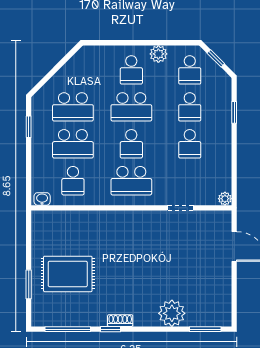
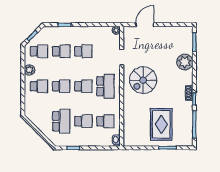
school desk: (131, 107) -> (61, 86), width x0.54
school desk: (73, 144) -> (83, 121), width x0.54
spiral stairs: (142, 244) -> (143, 80), added

